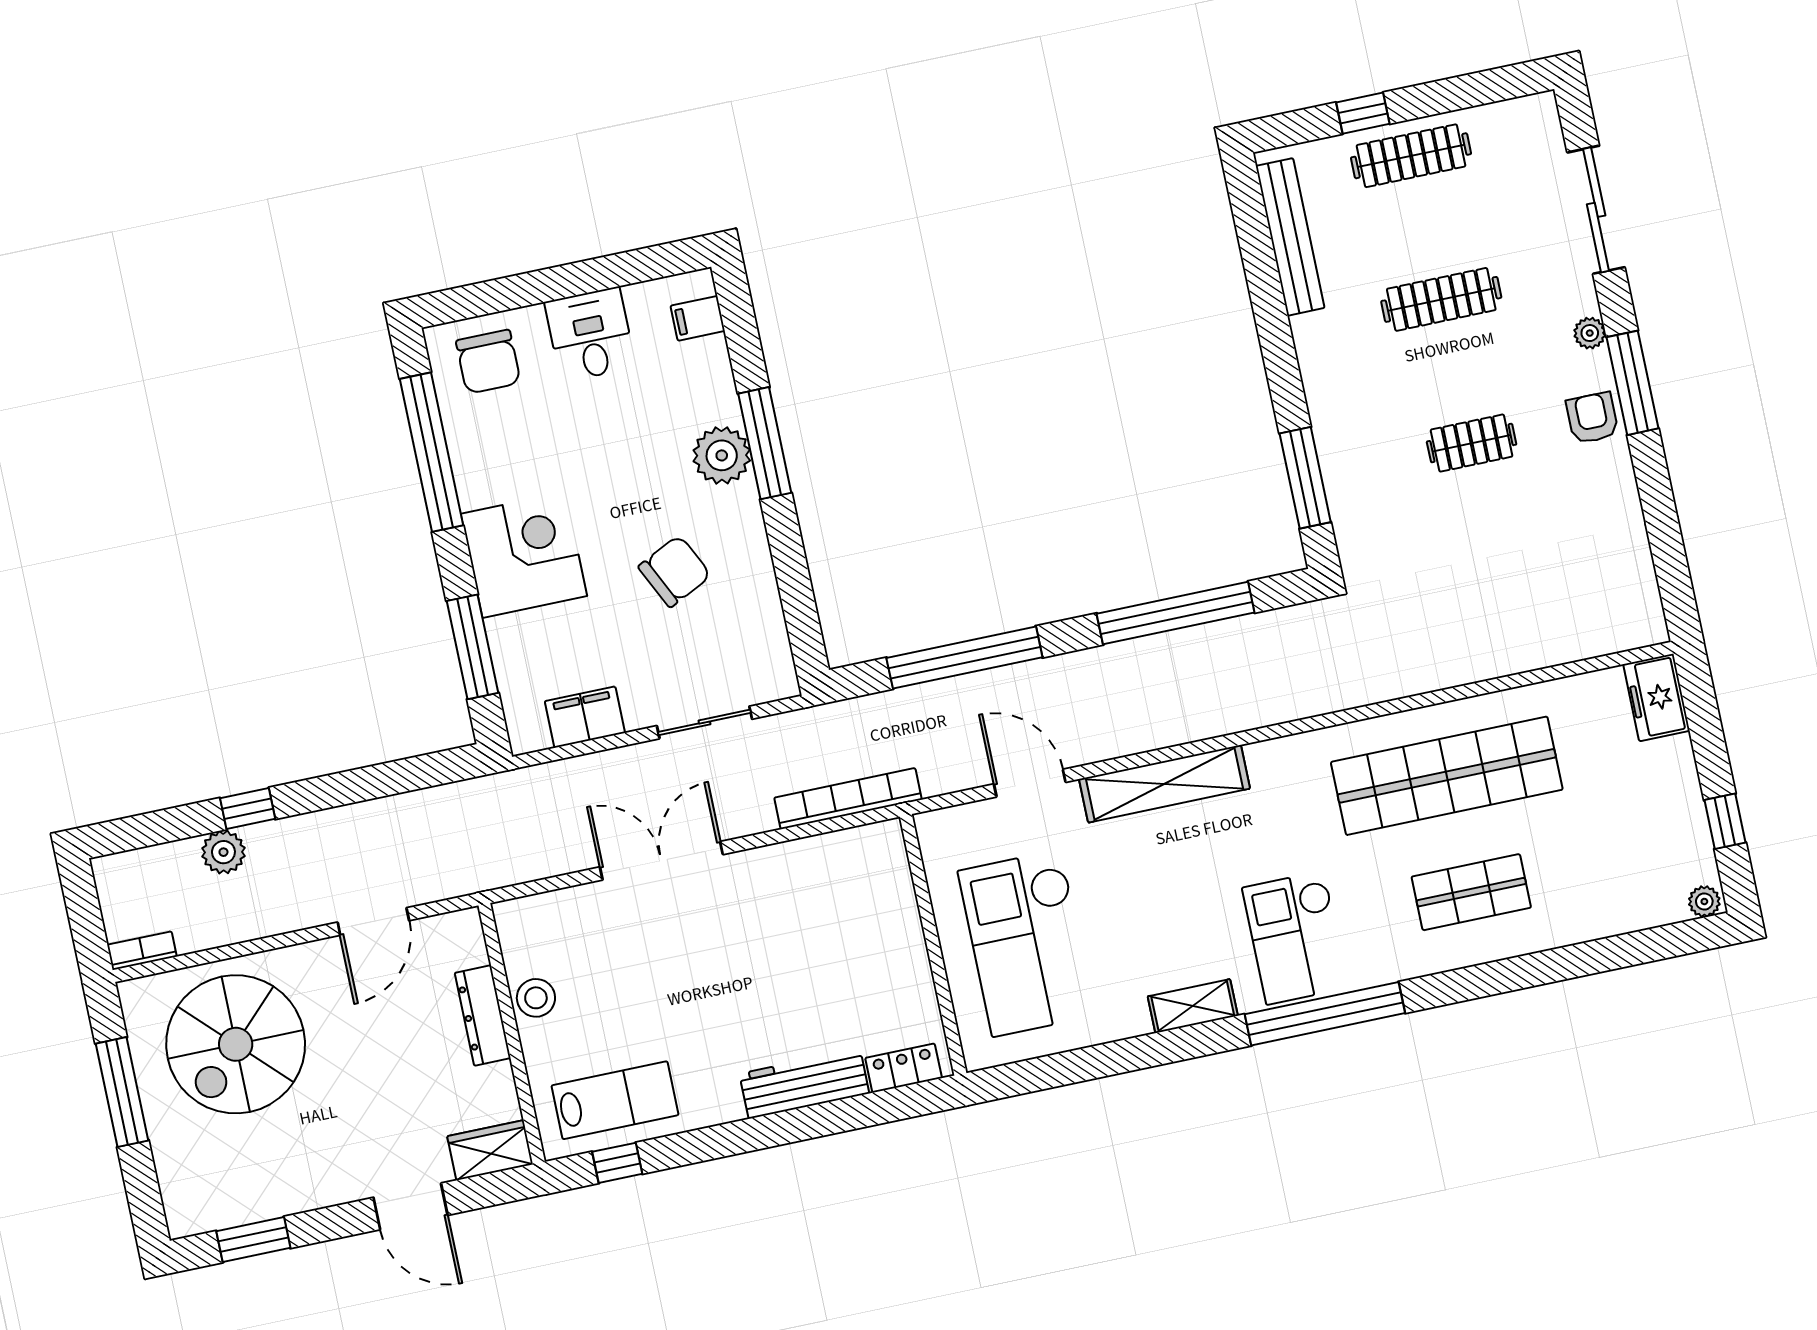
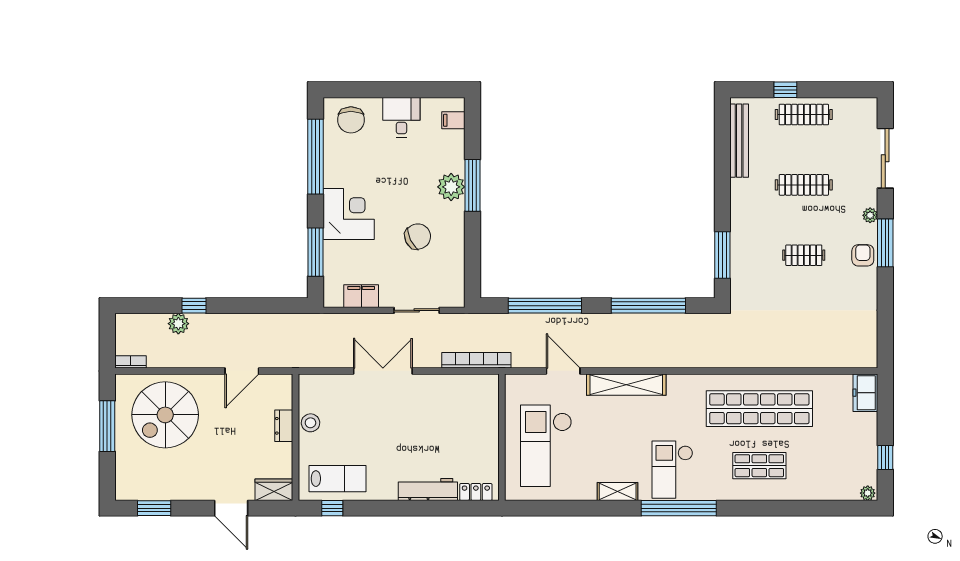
dresser: (483, 1015) -> (284, 426), width x0.70

